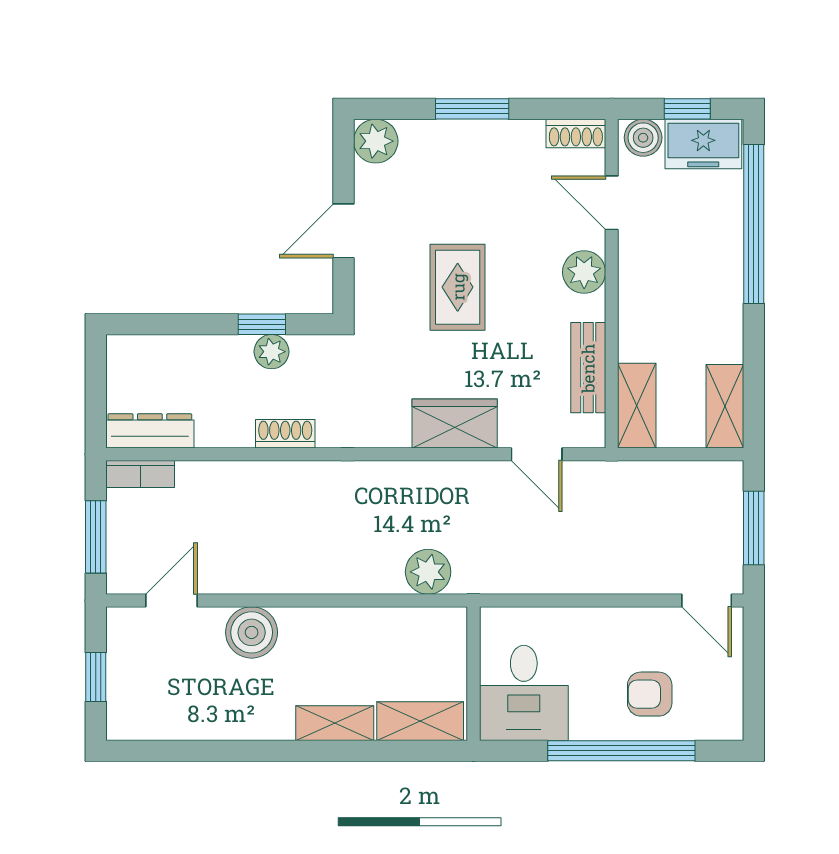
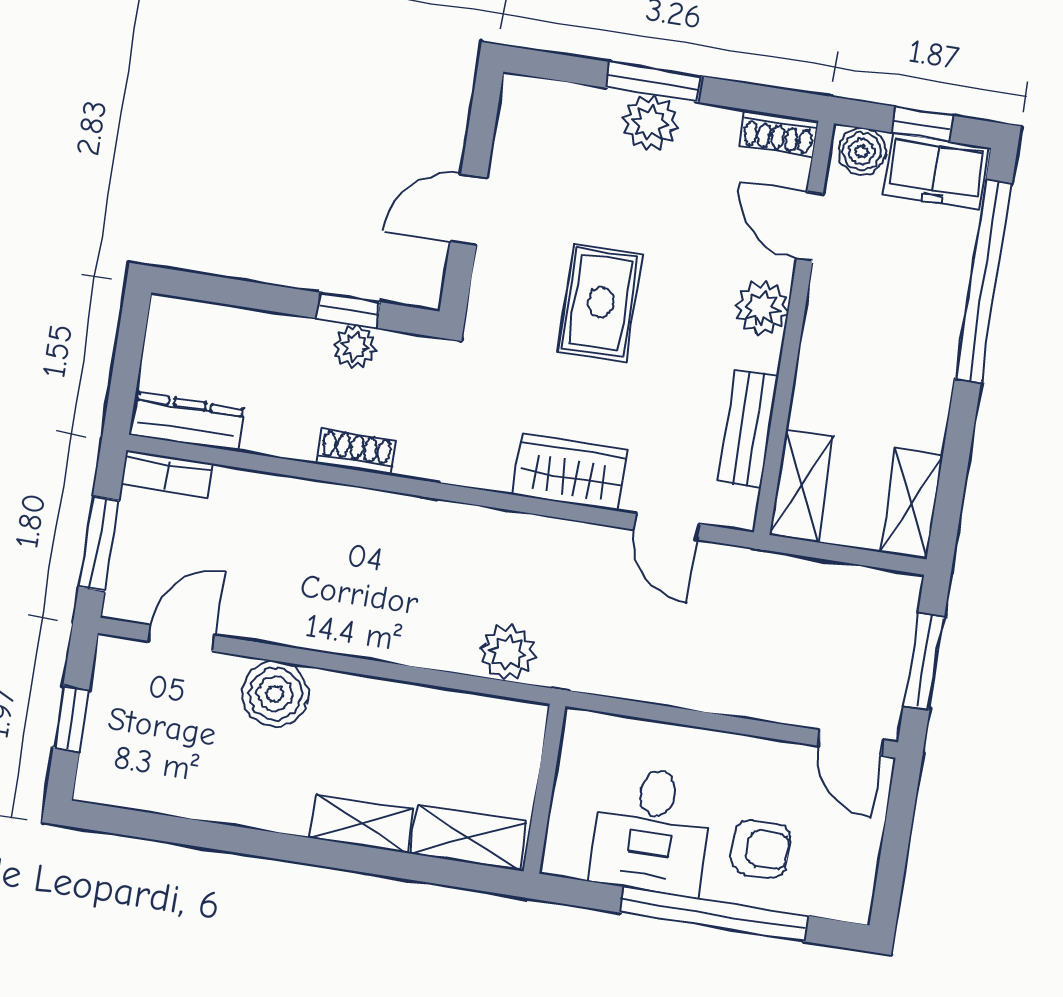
plant: (376, 141) -> (650, 123), moved
desk: (524, 693) -> (652, 830), moved
armchair: (650, 694) -> (761, 849), turned 180

